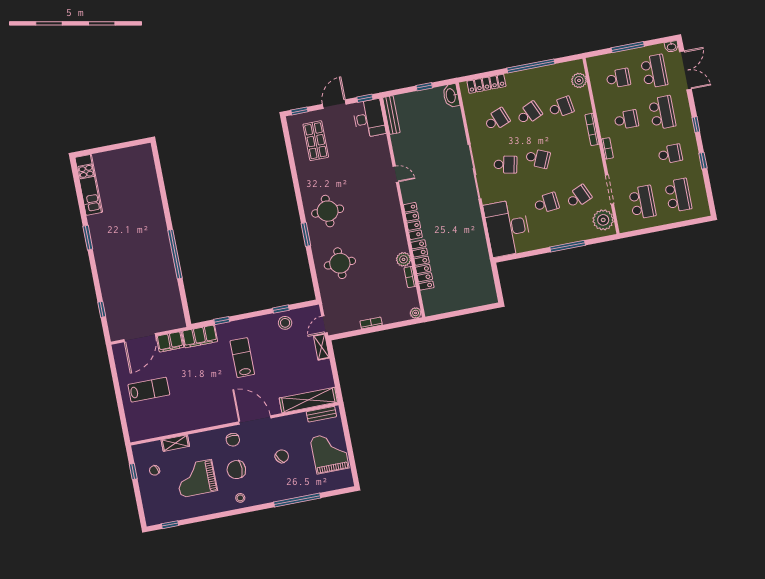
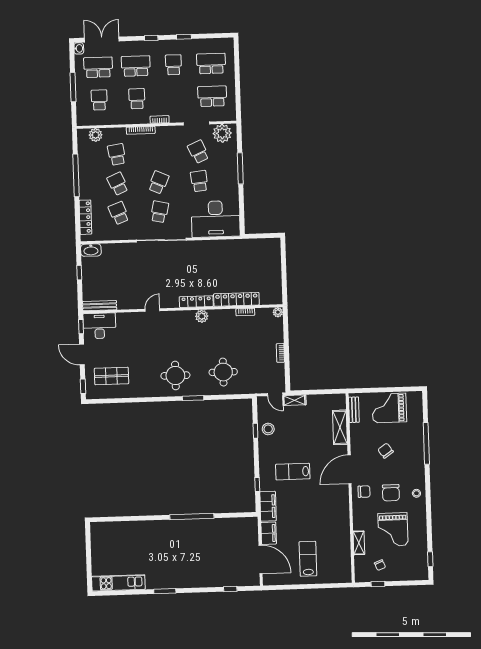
plant: (403, 259) -> (202, 316), moved
shelving: (308, 400) -> (340, 427), width x0.68

